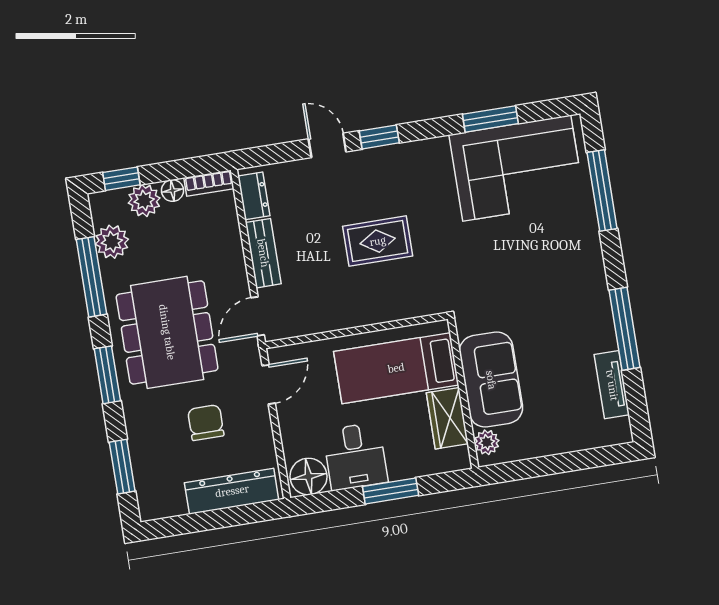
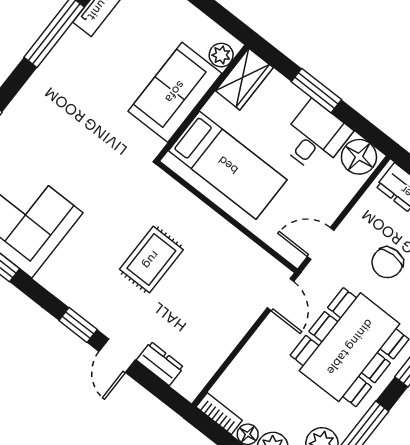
dresser: (254, 196) -> (160, 364), moved, turned 90
rug: (378, 241) -> (151, 260), turned 90
bench: (263, 253) -> (233, 331), removed
door: (258, 316) -> (280, 295), hinge flipped
wardrobe: (447, 418) -> (244, 79), moved

